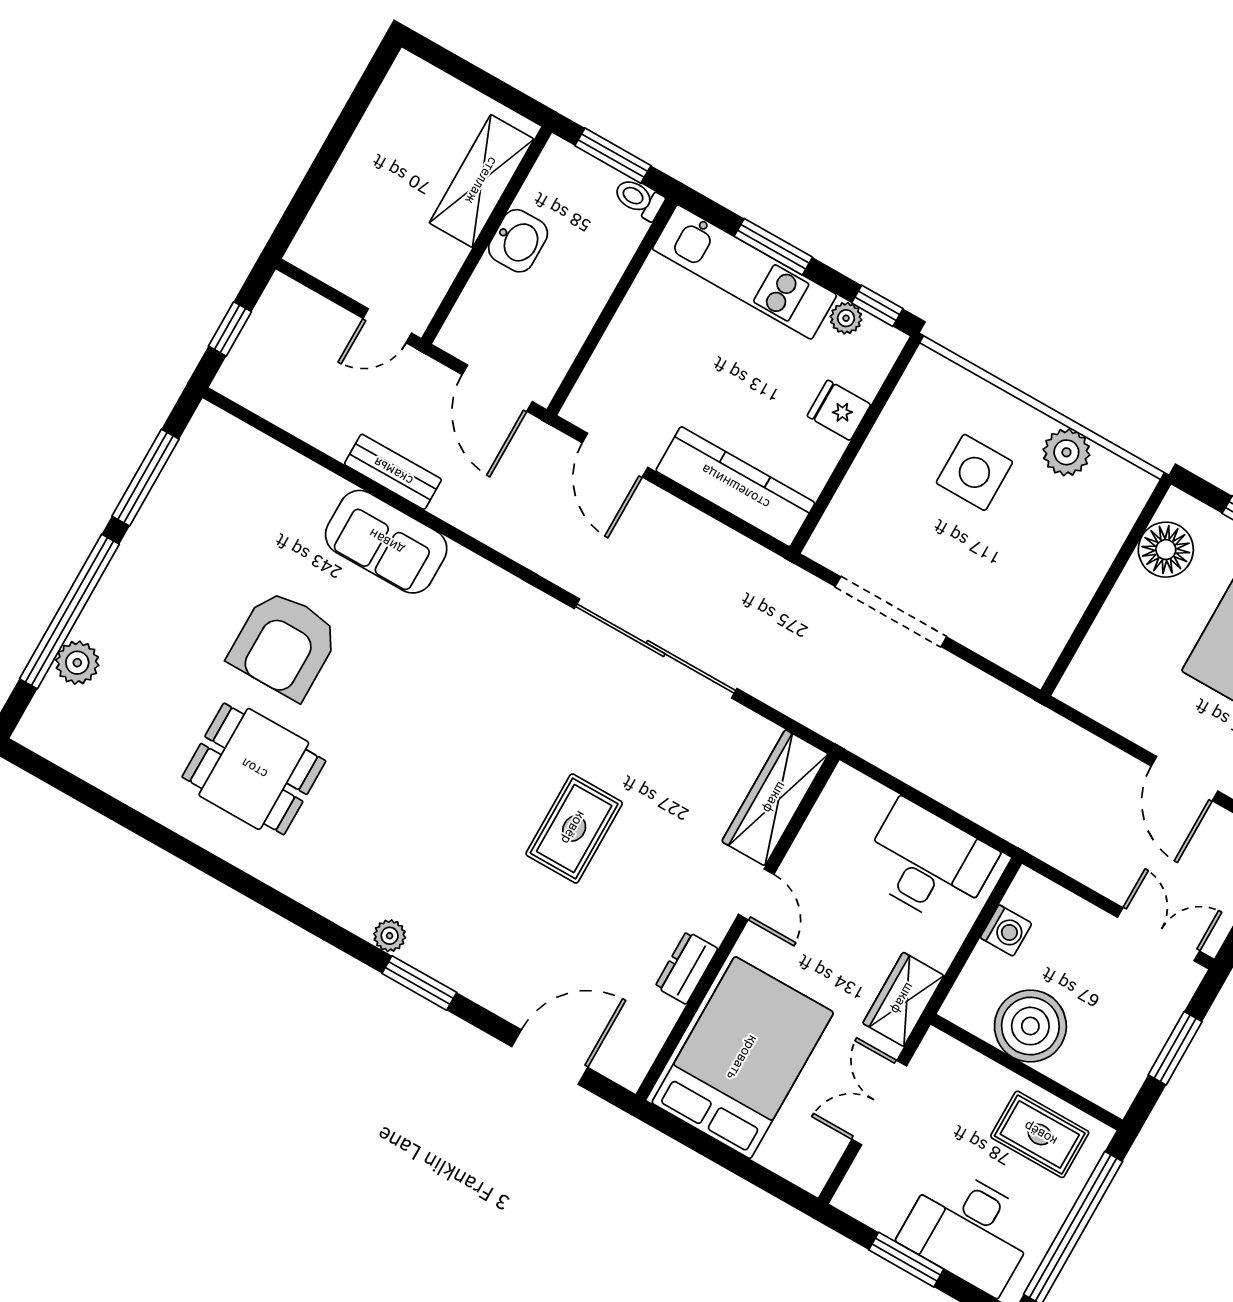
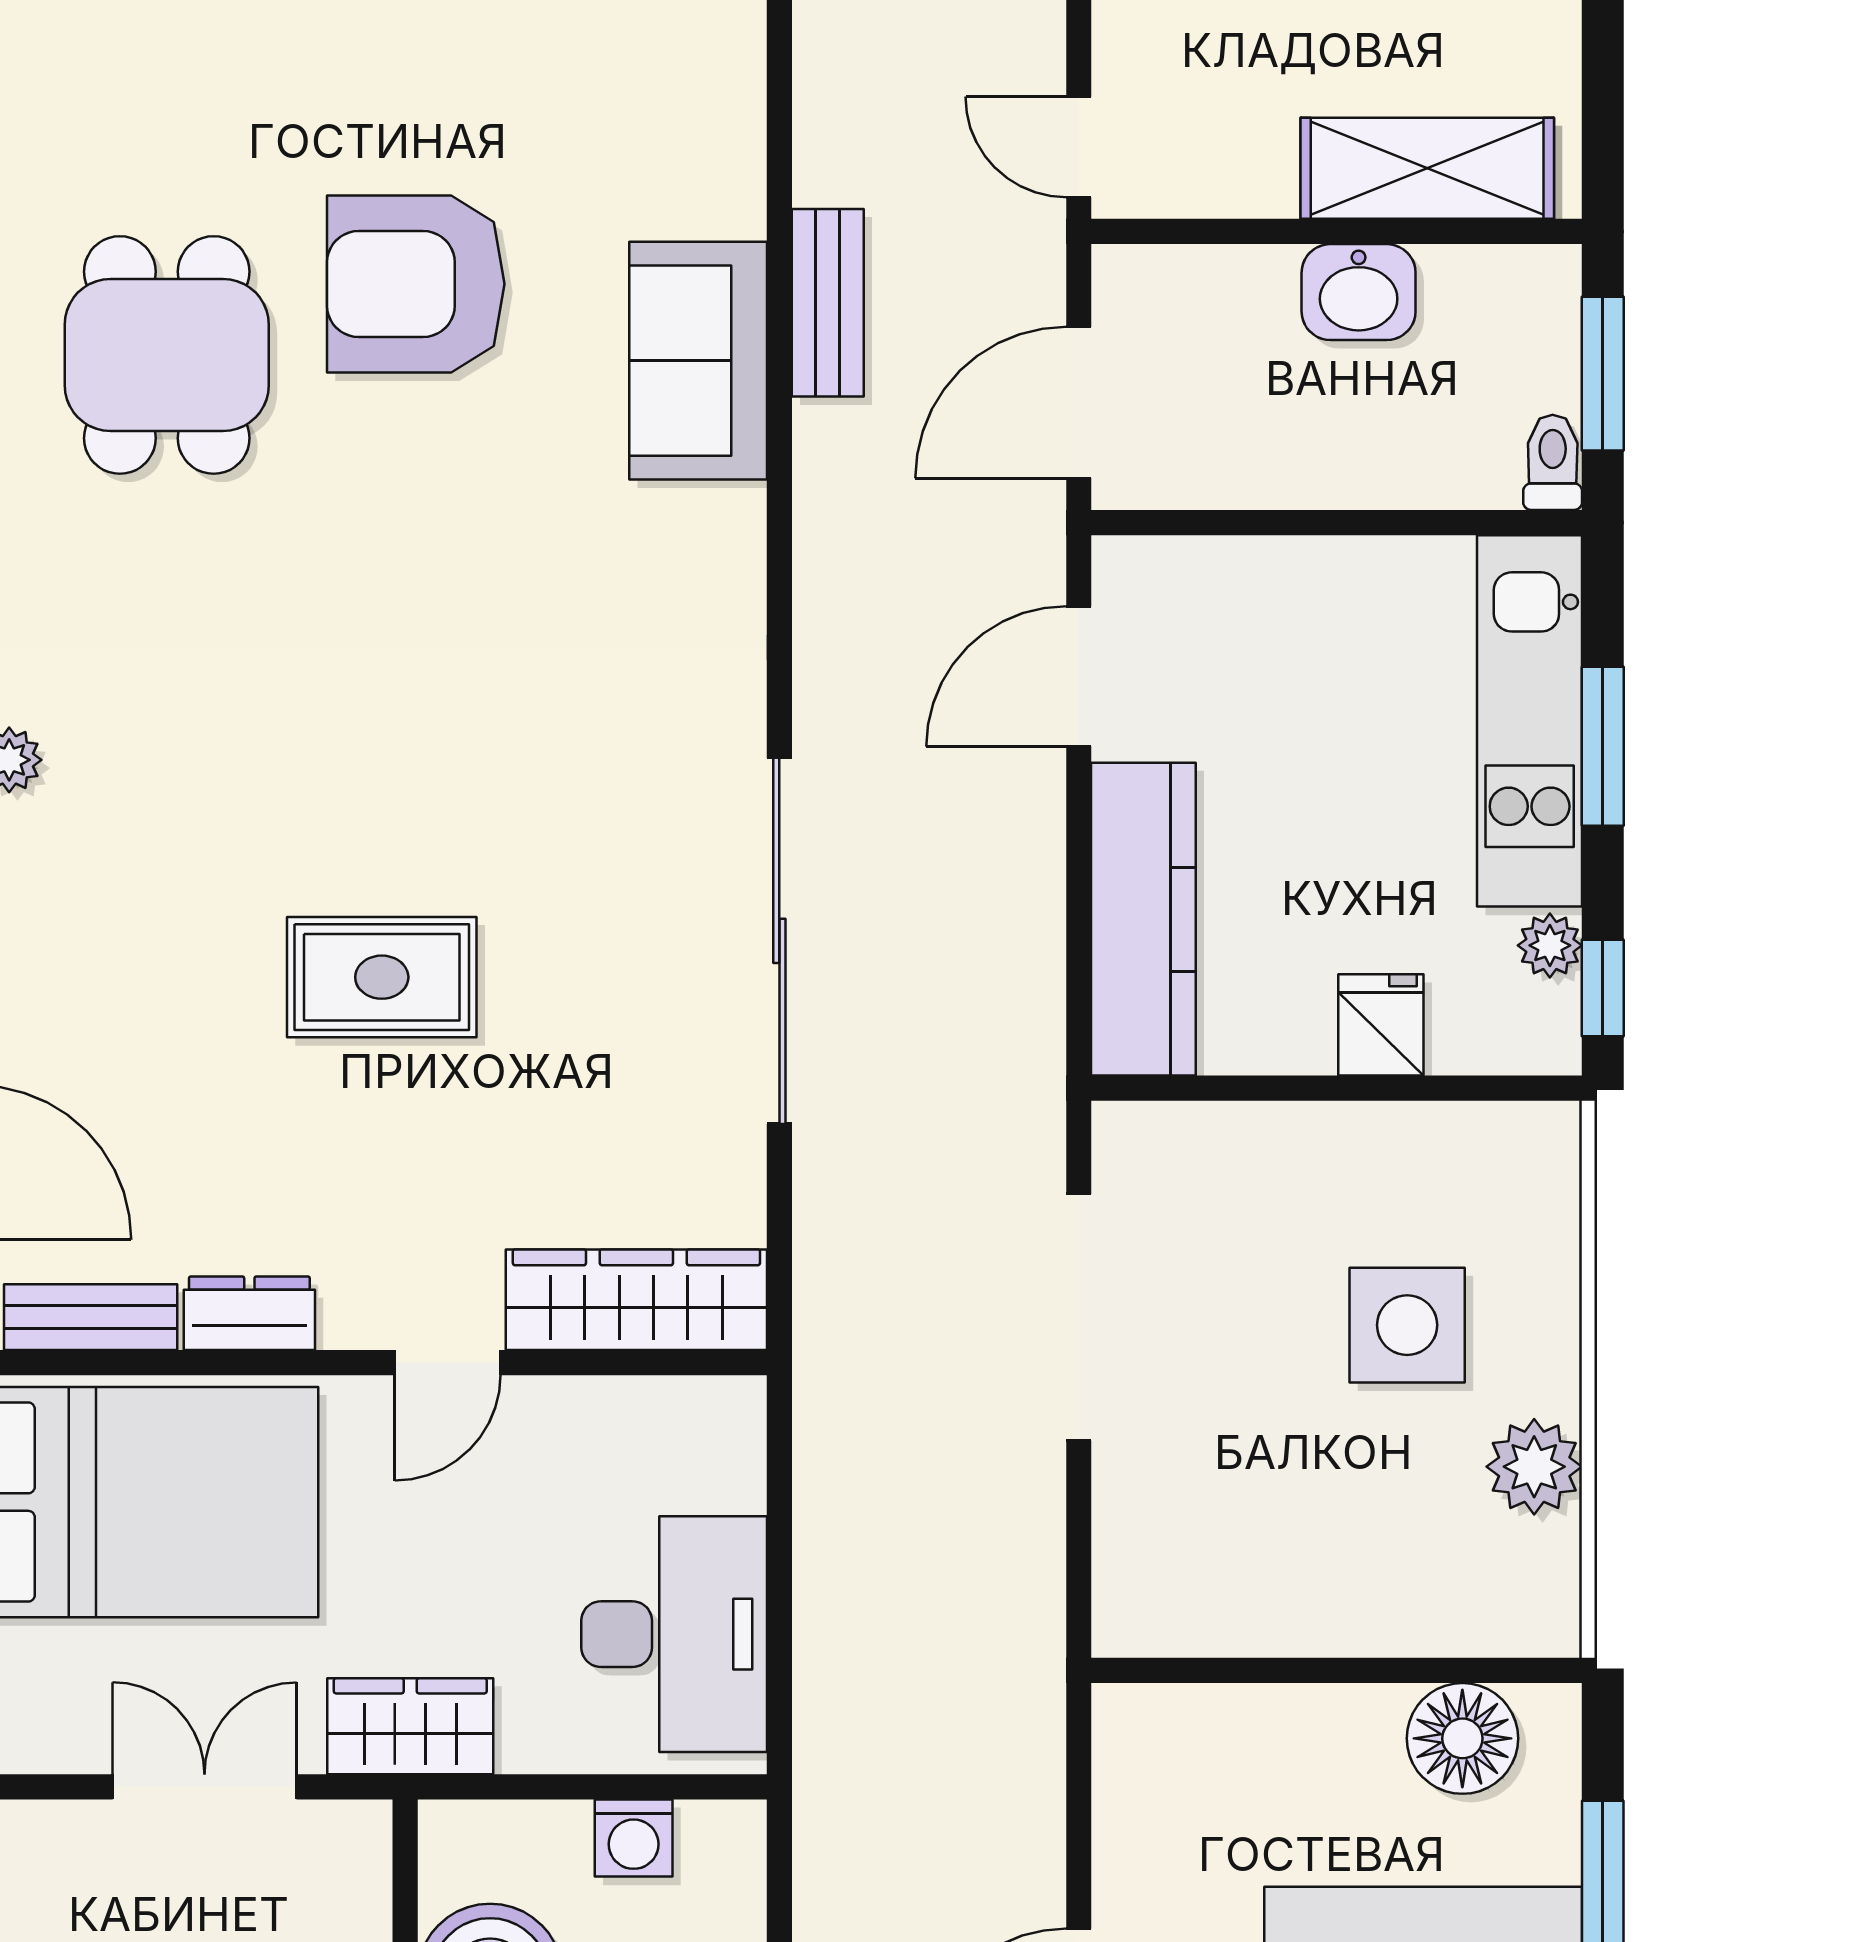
bench: (649, 1037) -> (91, 1317), added

